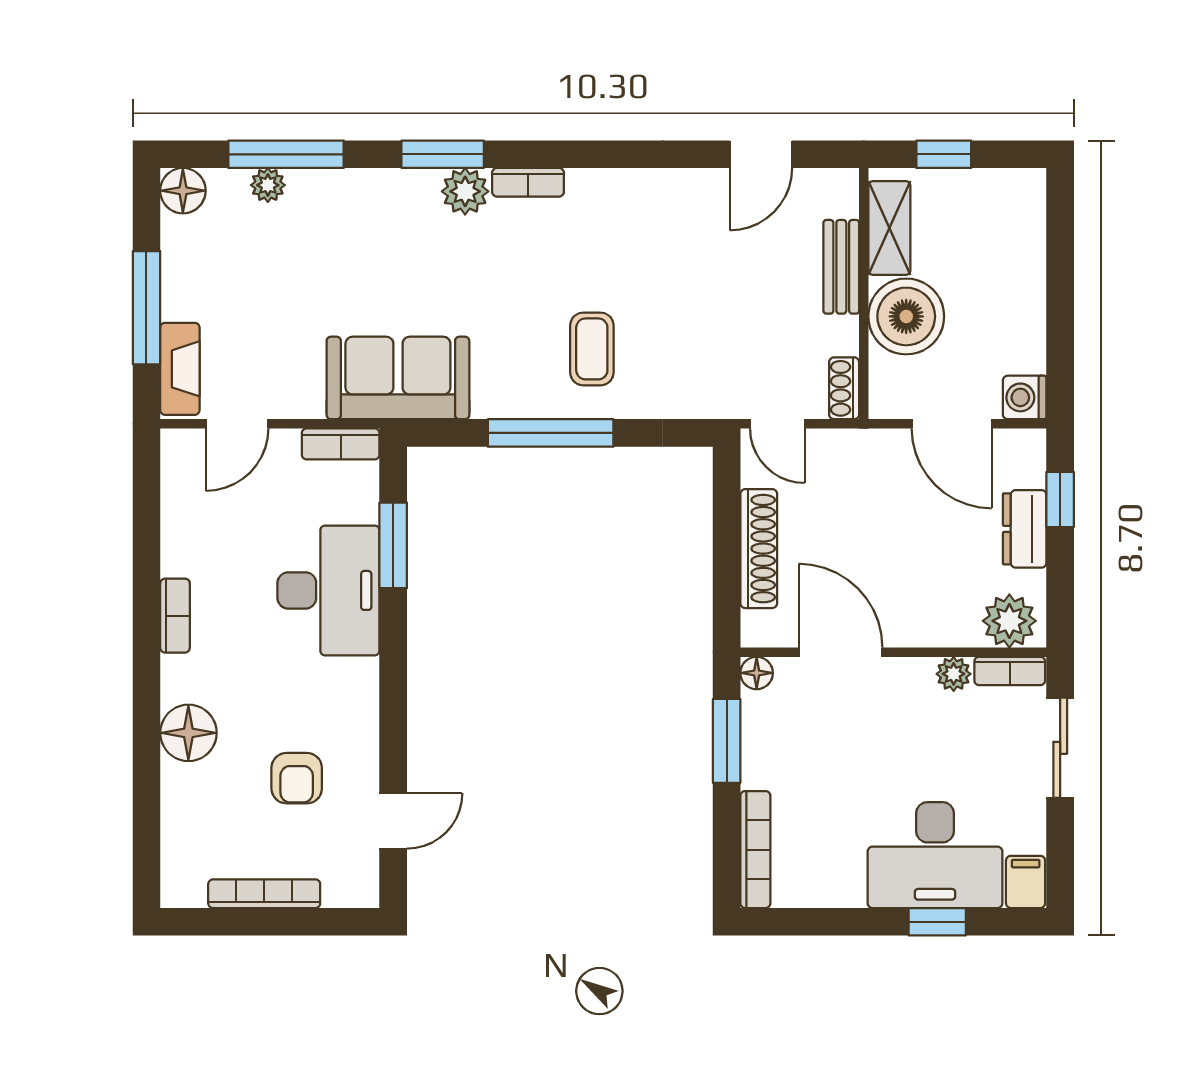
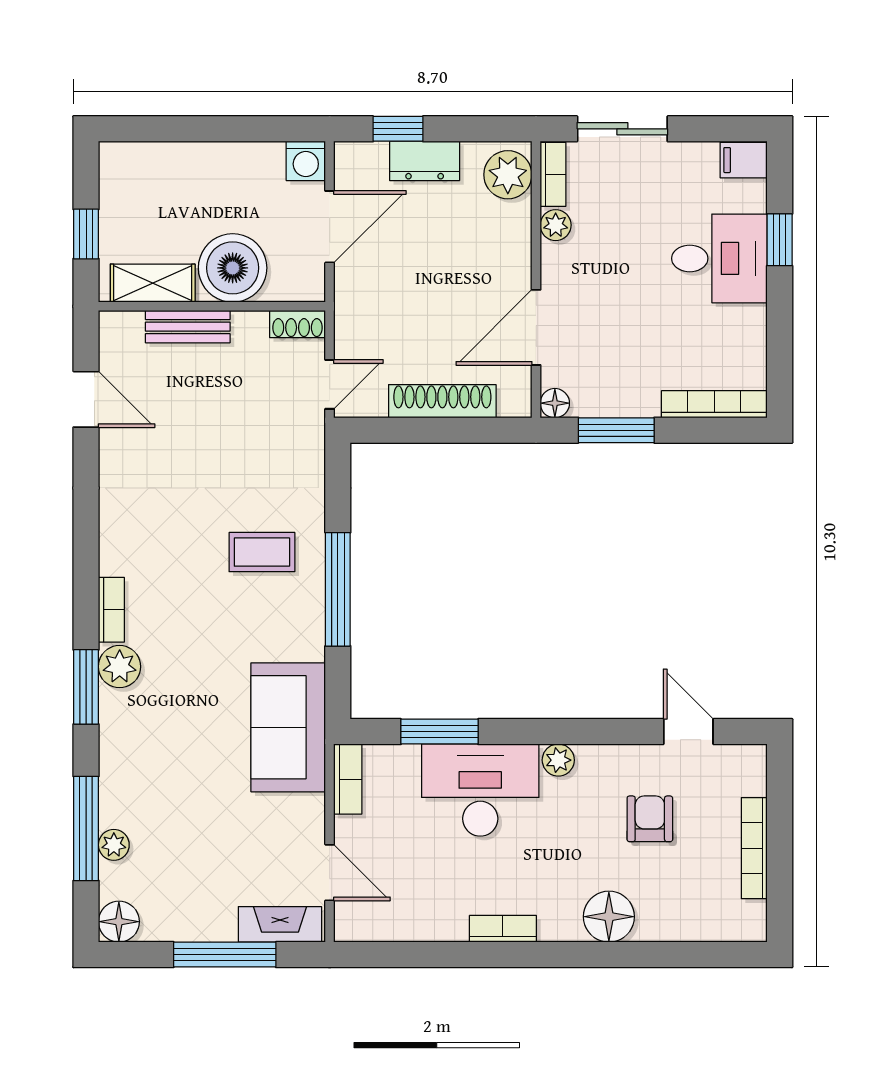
plant: (362, 677) -> (558, 760), added
armchair: (297, 778) -> (650, 819), turned -90
desk: (935, 855) -> (719, 258), width x0.73

